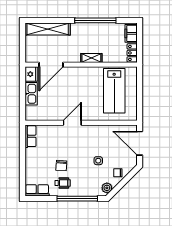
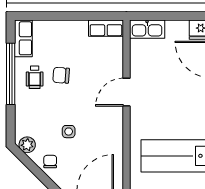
kitchen sink: (31, 94) -> (147, 29), moved
door: (72, 123) -> (126, 92), swing flipped
window: (77, 199) -> (11, 74), moved

